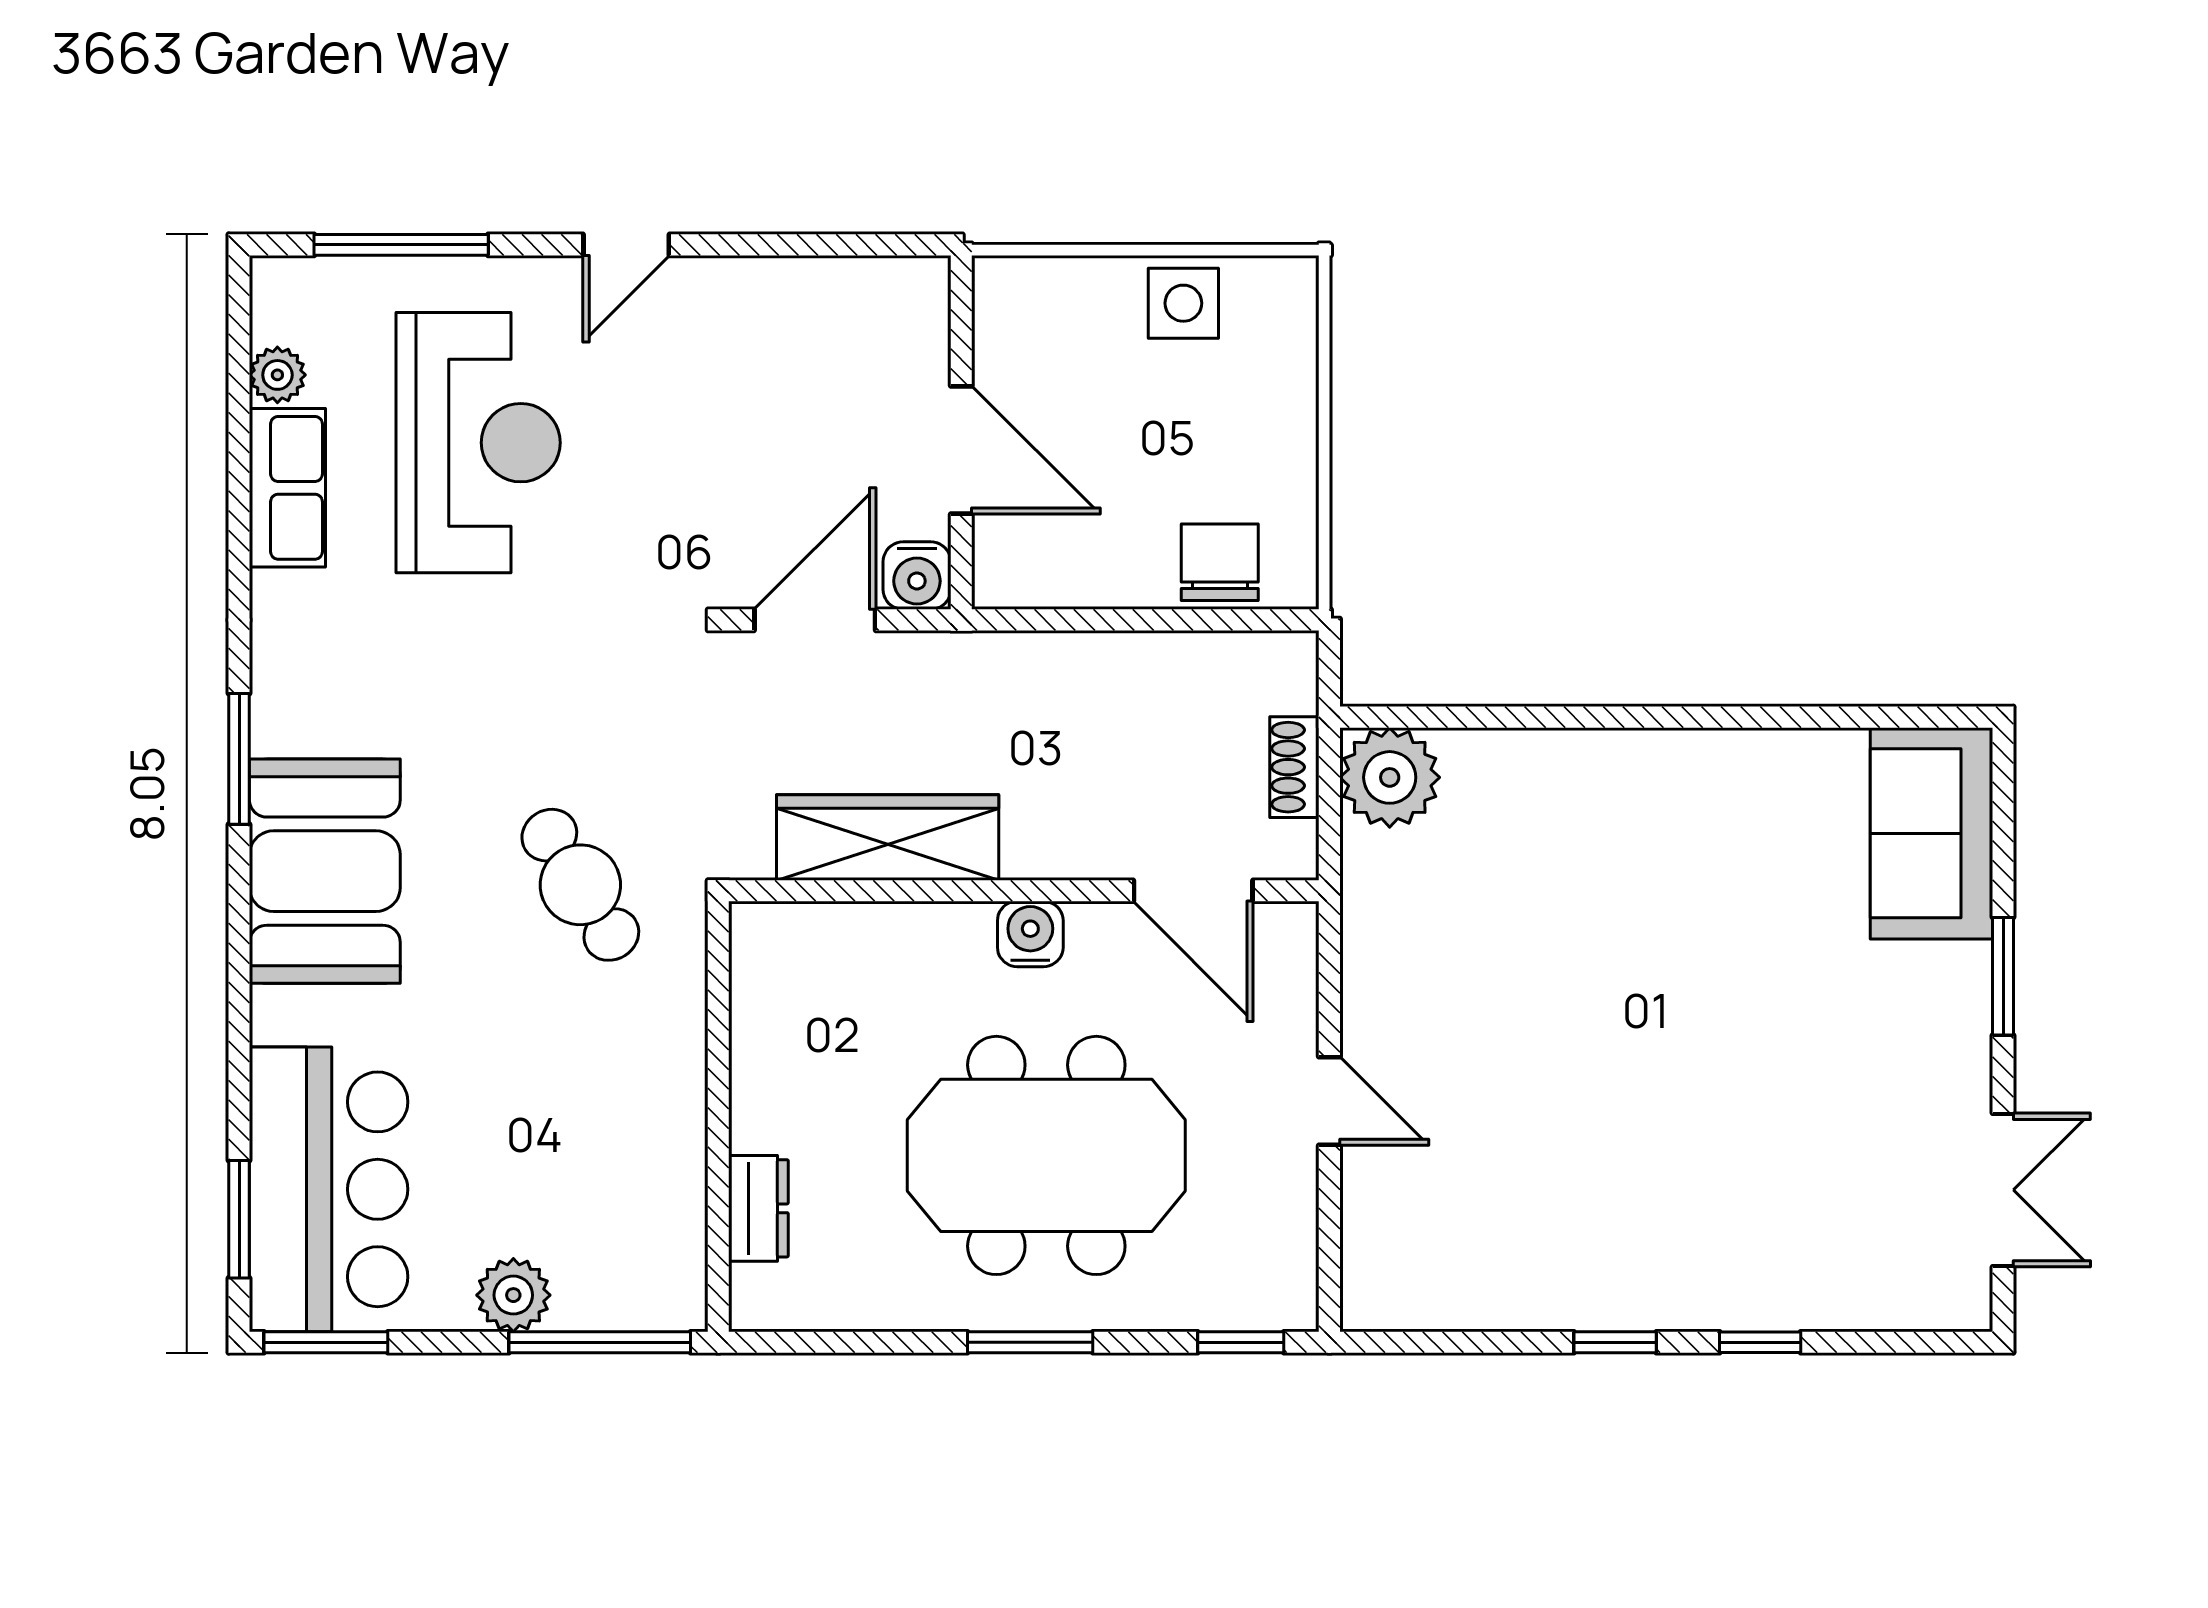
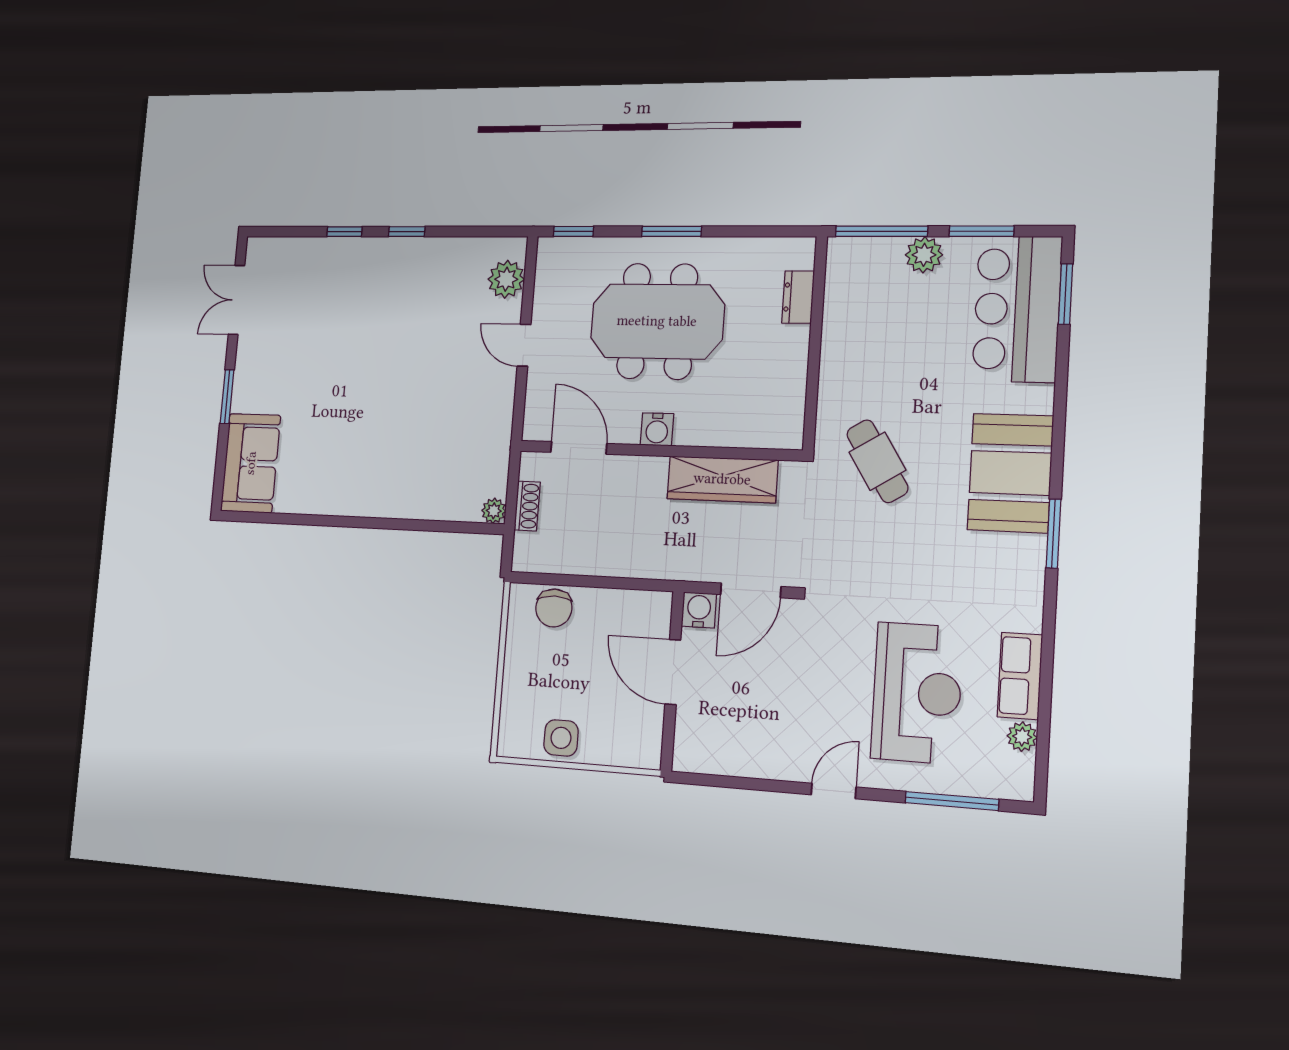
reception desk: (478, 443) -> (917, 693), turned 180
plant: (1390, 777) -> (494, 511), width x0.53, depth x0.53
plant: (1381, 1240) -> (506, 279), added
window: (326, 1342) -> (981, 231), moved

